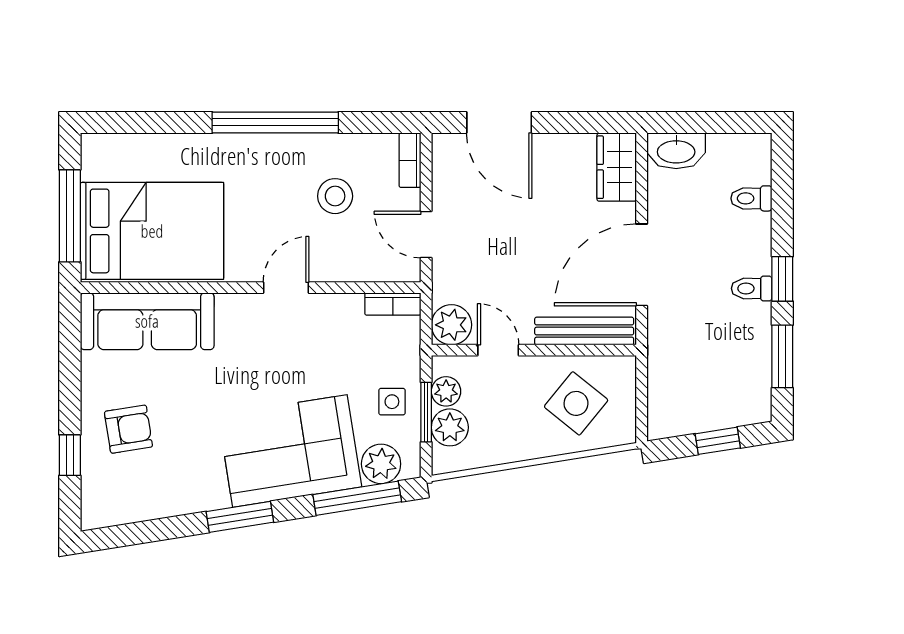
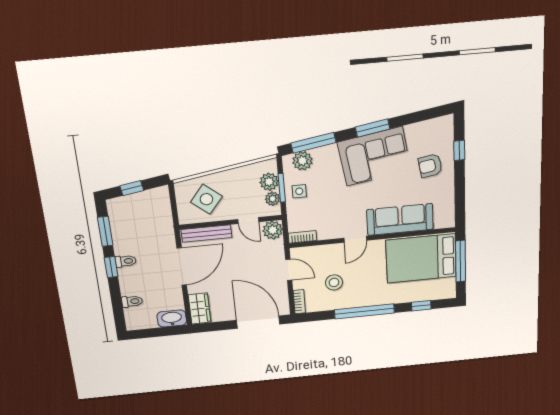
window: (154, 122) -> (421, 306), added
door: (499, 122) -> (258, 322), width x1.36
sofa: (147, 321) -> (400, 219), moved
corner sofa: (290, 451) -> (374, 156), moved

